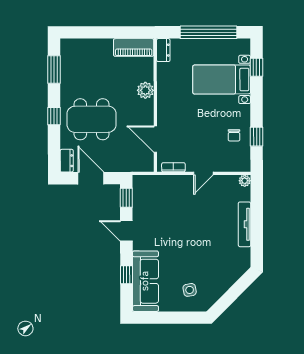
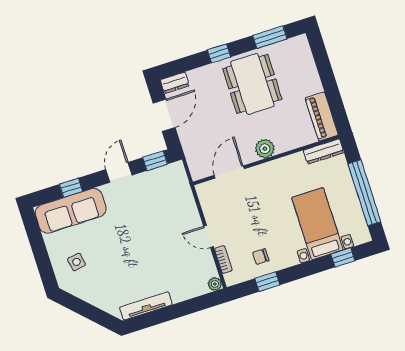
dresser: (163, 50) -> (324, 151), width x1.44
plant: (145, 90) -> (265, 149), moved
dining table: (92, 119) -> (252, 84), moved
bookcase: (173, 167) -> (223, 260), moved
tv unit: (245, 224) -> (146, 306), moved

